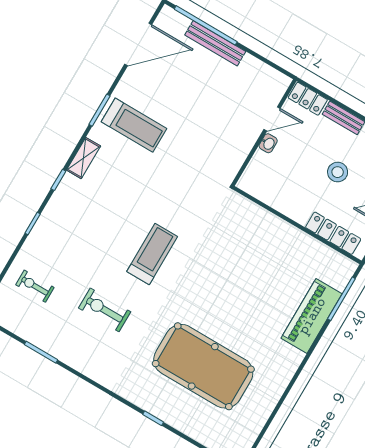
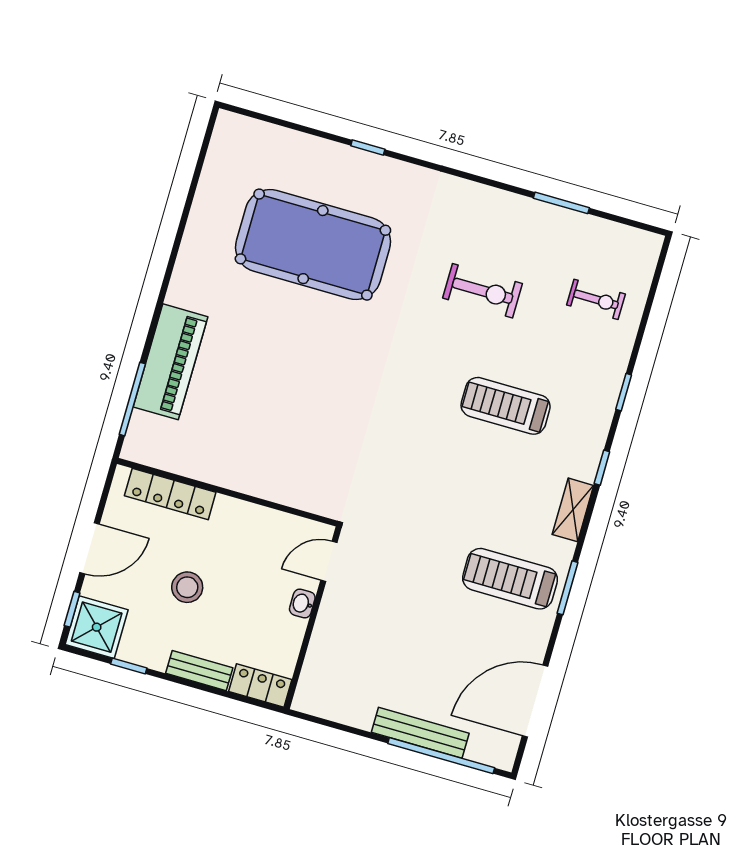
door: (272, 119) -> (329, 561), moved
treadmill: (152, 254) -> (506, 406), moved, turned 90

